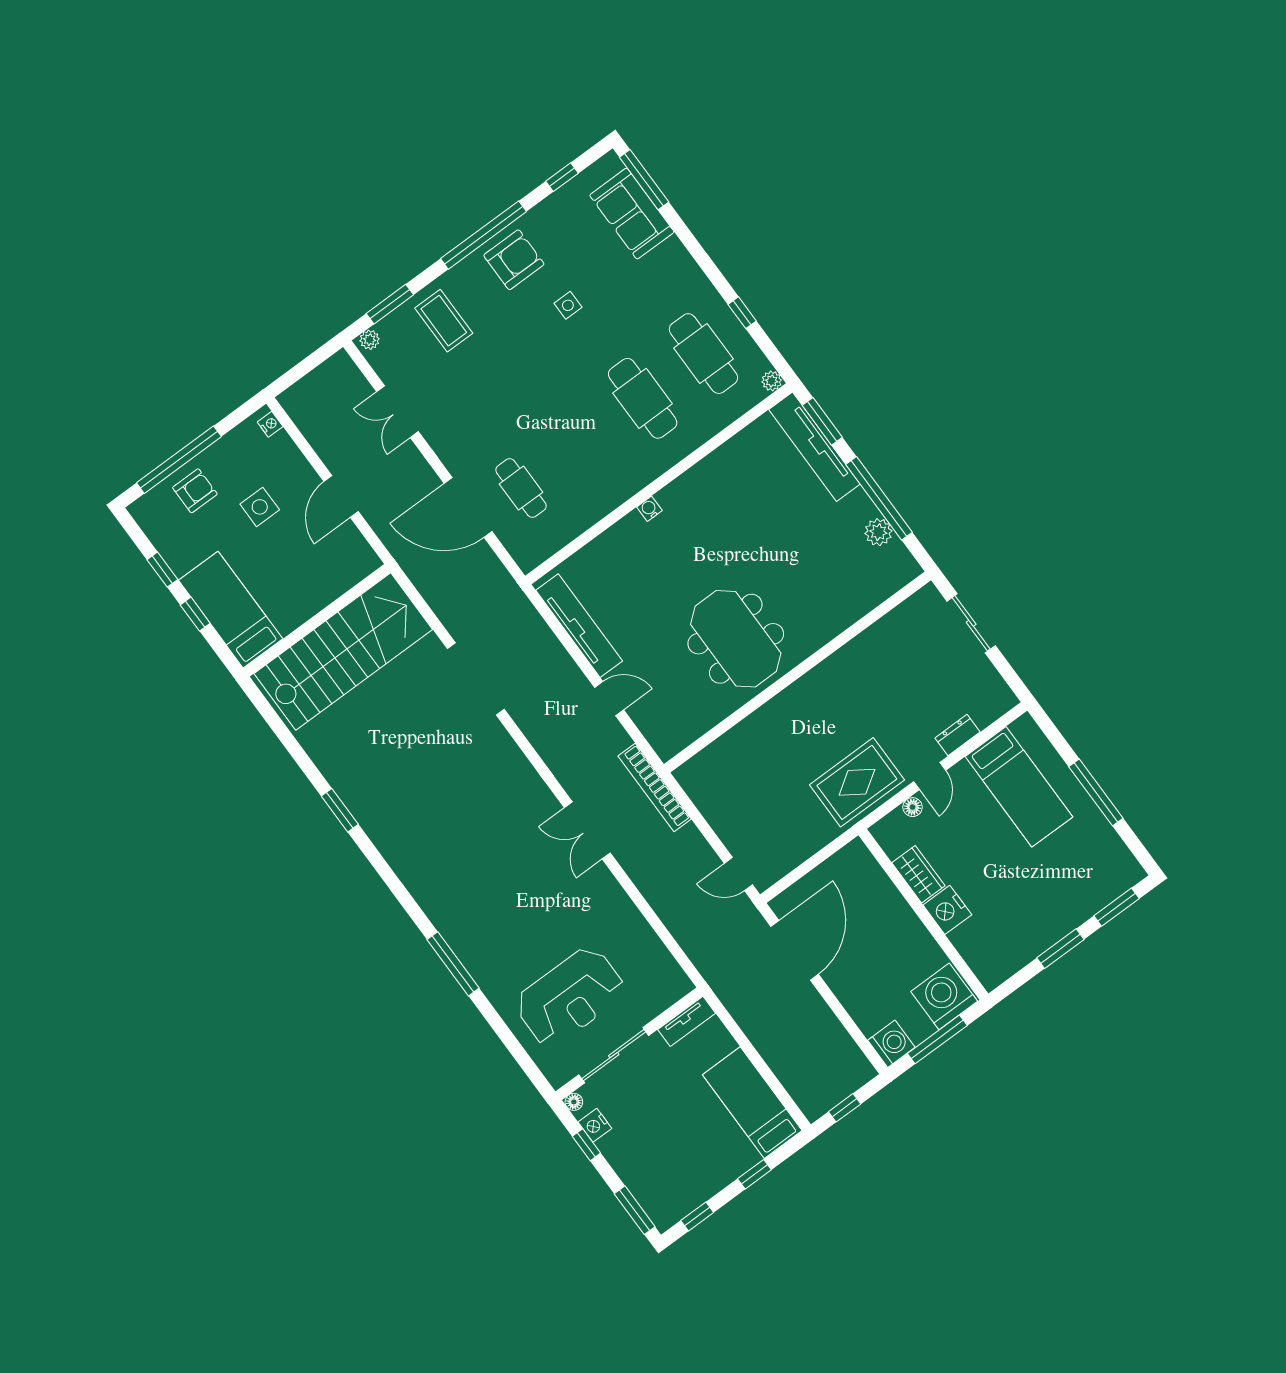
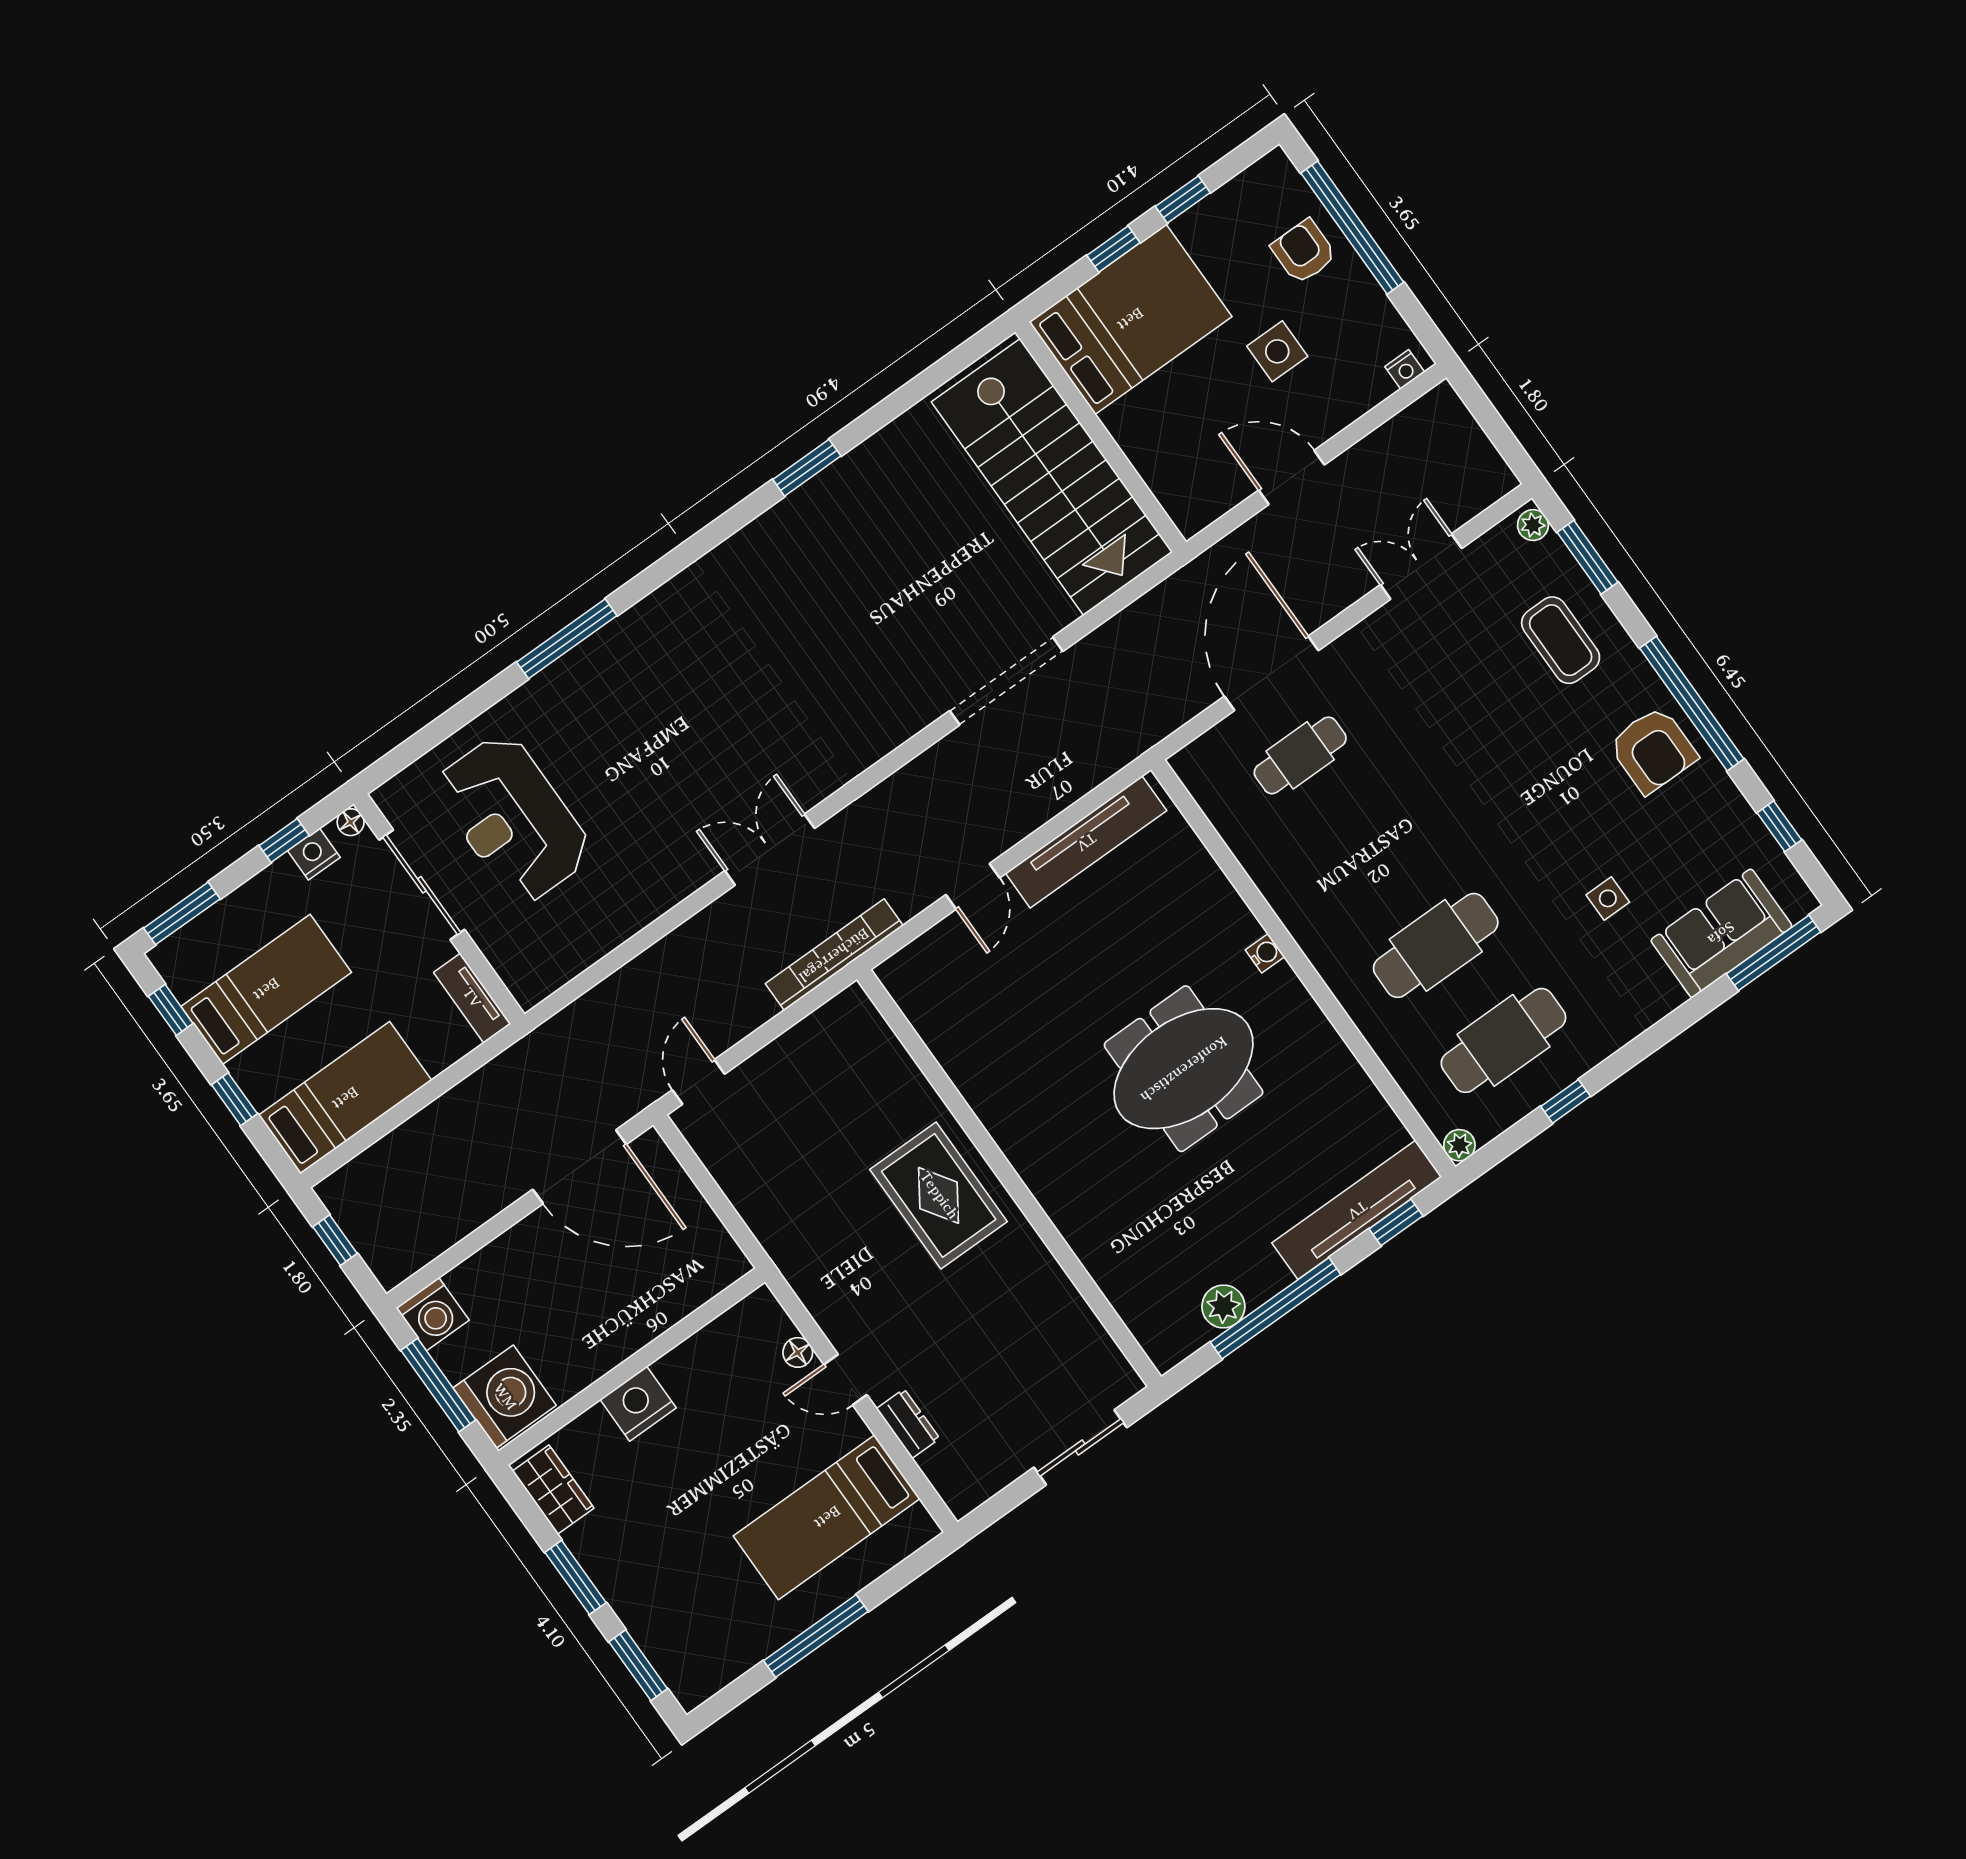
side table: (568, 305) -> (1608, 898), moved
coffee table: (444, 321) -> (1561, 640), turned 90
window: (822, 421) -> (1396, 1222), width x0.67
armchair: (195, 491) -> (1304, 252), turned 180
bed: (231, 610) -> (1130, 319), width x1.50
meeting table: (736, 639) -> (1184, 1069), moved
rug: (857, 782) -> (939, 1195), moved
wardrobe: (918, 874) -> (553, 1490), moved, turned -90
bed: (683, 1155) -> (266, 989), added

